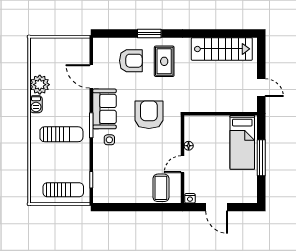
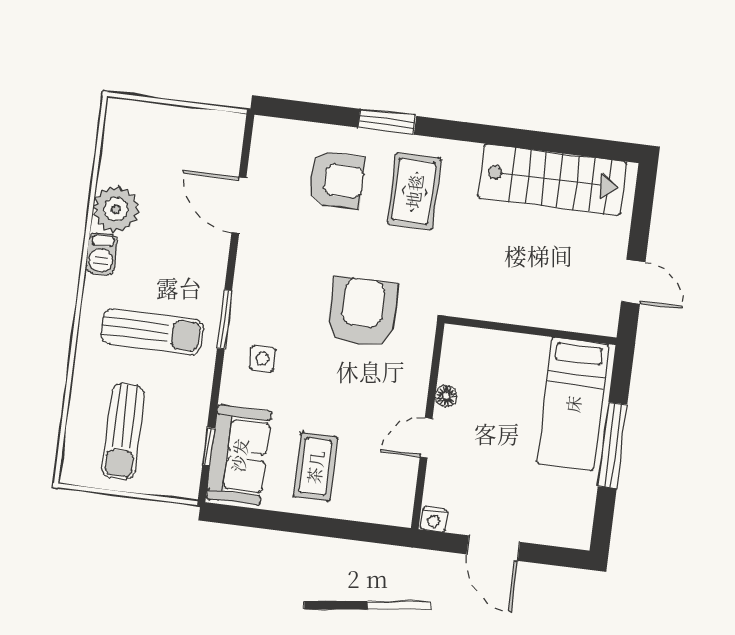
sofa: (104, 109) -> (239, 455), moved
coffee table: (161, 188) -> (315, 467), moved
sun lounger: (63, 190) -> (123, 432), moved, turned 90

